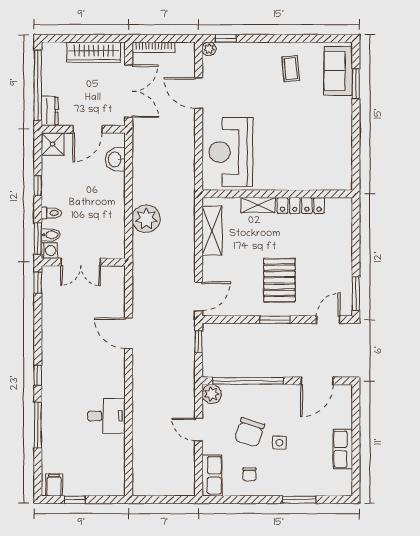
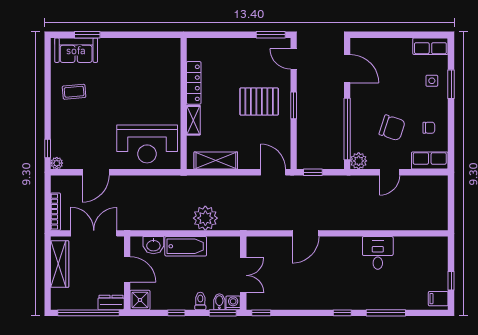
bathtub: (114, 196) -> (186, 246), added
side table: (279, 443) -> (432, 81), moved
row of seats: (343, 449) -> (430, 46), moved

